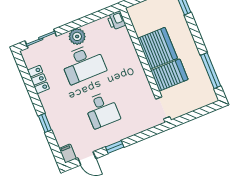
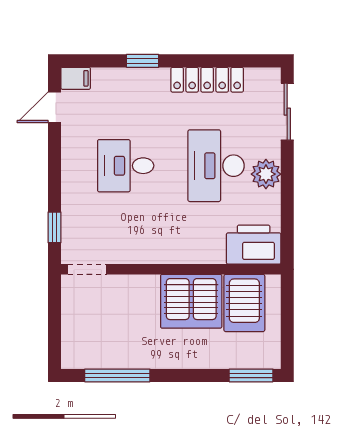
printer: (116, 20) -> (254, 245), width x1.87, depth x1.48
server rack: (169, 75) -> (244, 303), moved
locker: (38, 79) -> (207, 80), width x1.53
window: (115, 147) -> (55, 227), moved

